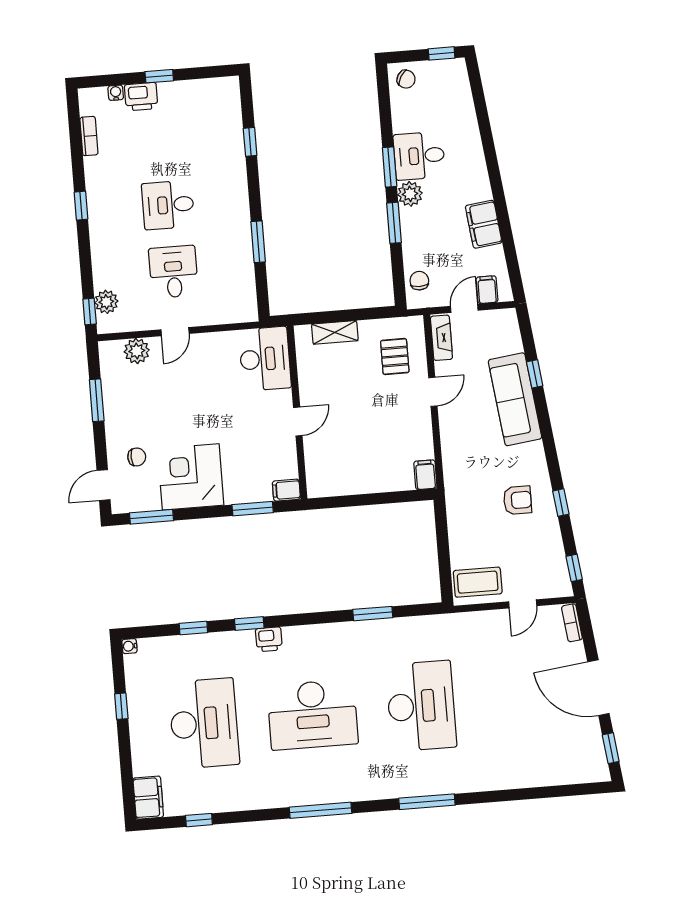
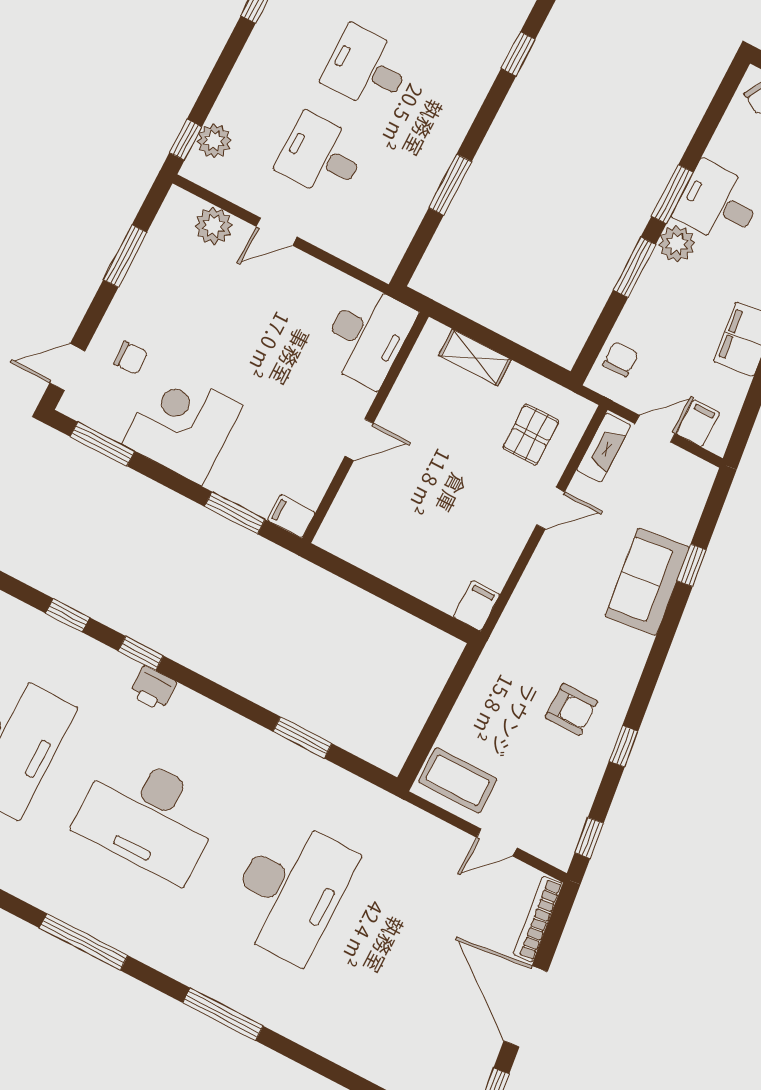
desk: (173, 272) -> (321, 156), turned -90
sofa: (515, 399) -> (647, 582), width x0.73
bookcase: (572, 623) -> (538, 919), width x1.56

